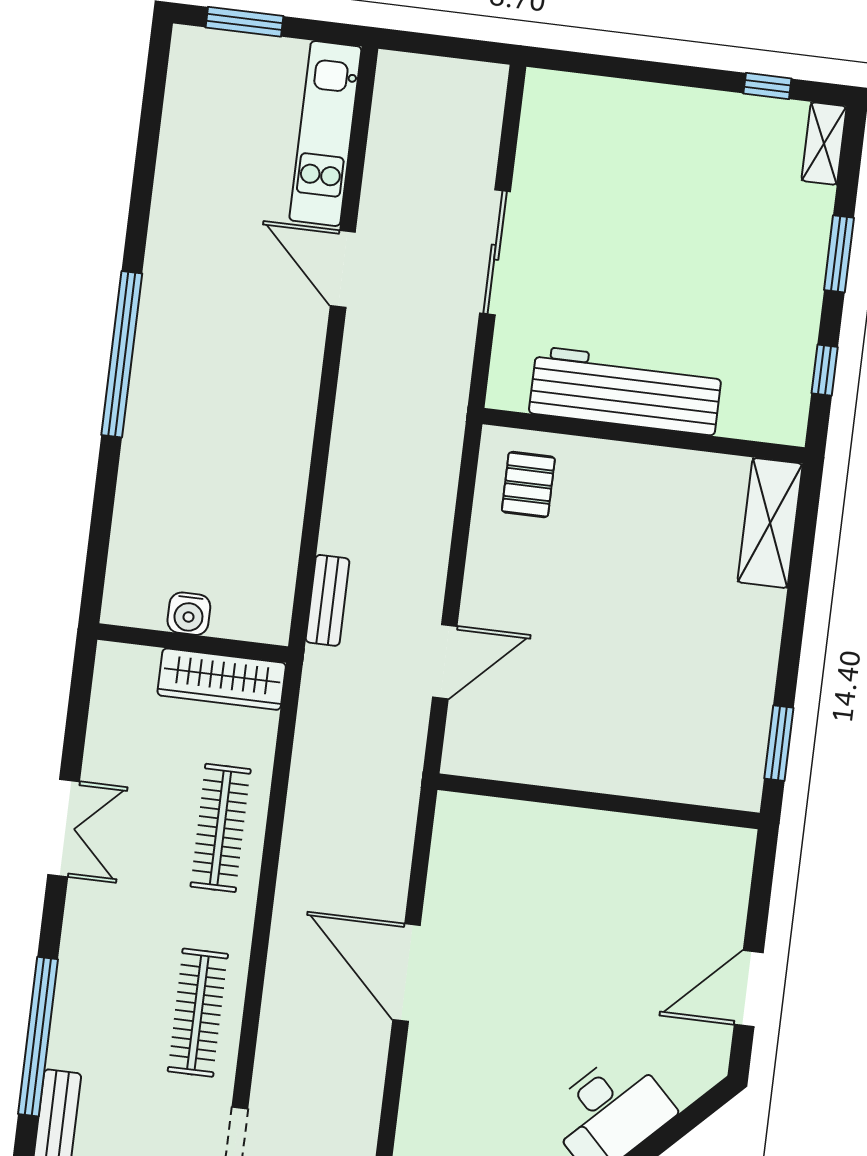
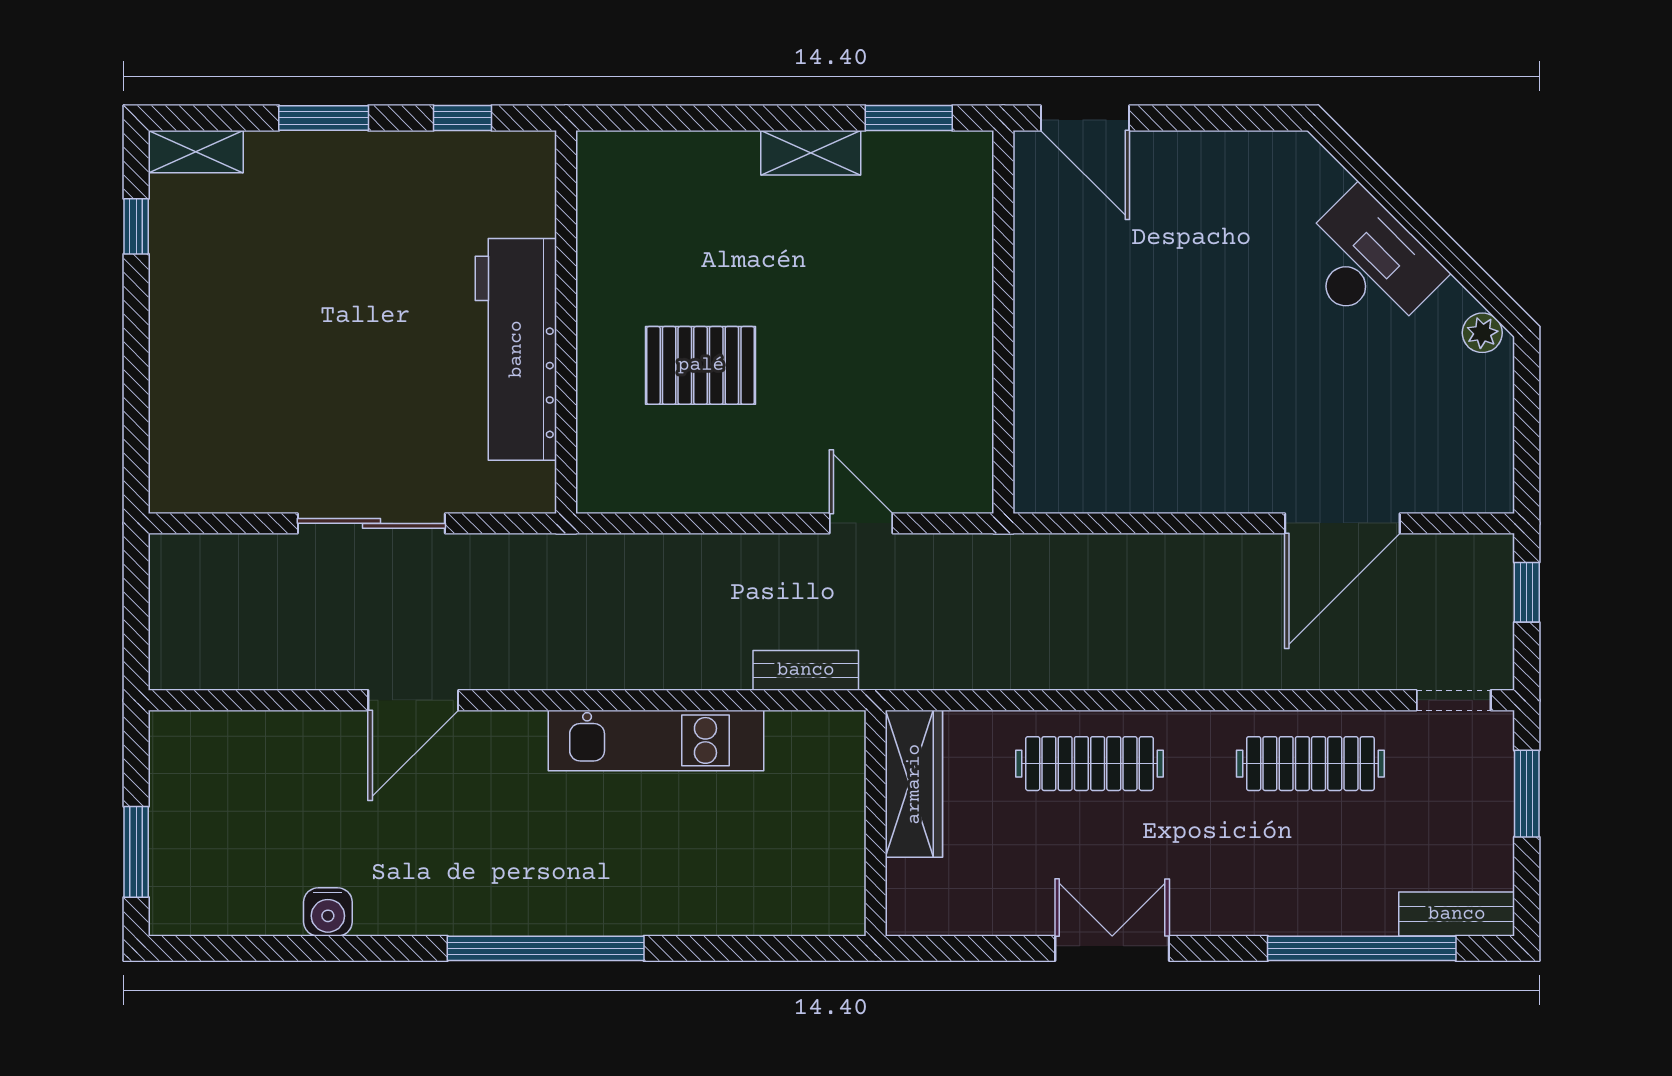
kitchen unit: (325, 134) -> (656, 740), moved
pallet: (528, 485) -> (701, 365), moved, width x1.50, depth x1.42
shelving: (770, 523) -> (811, 153), moved, width x0.67, depth x0.75
water cooler: (189, 614) -> (328, 912), moved, turned 90
door: (445, 662) -> (861, 523), width x0.73
door: (407, 973) -> (1342, 523), moved
door: (749, 989) -> (1085, 118), moved

